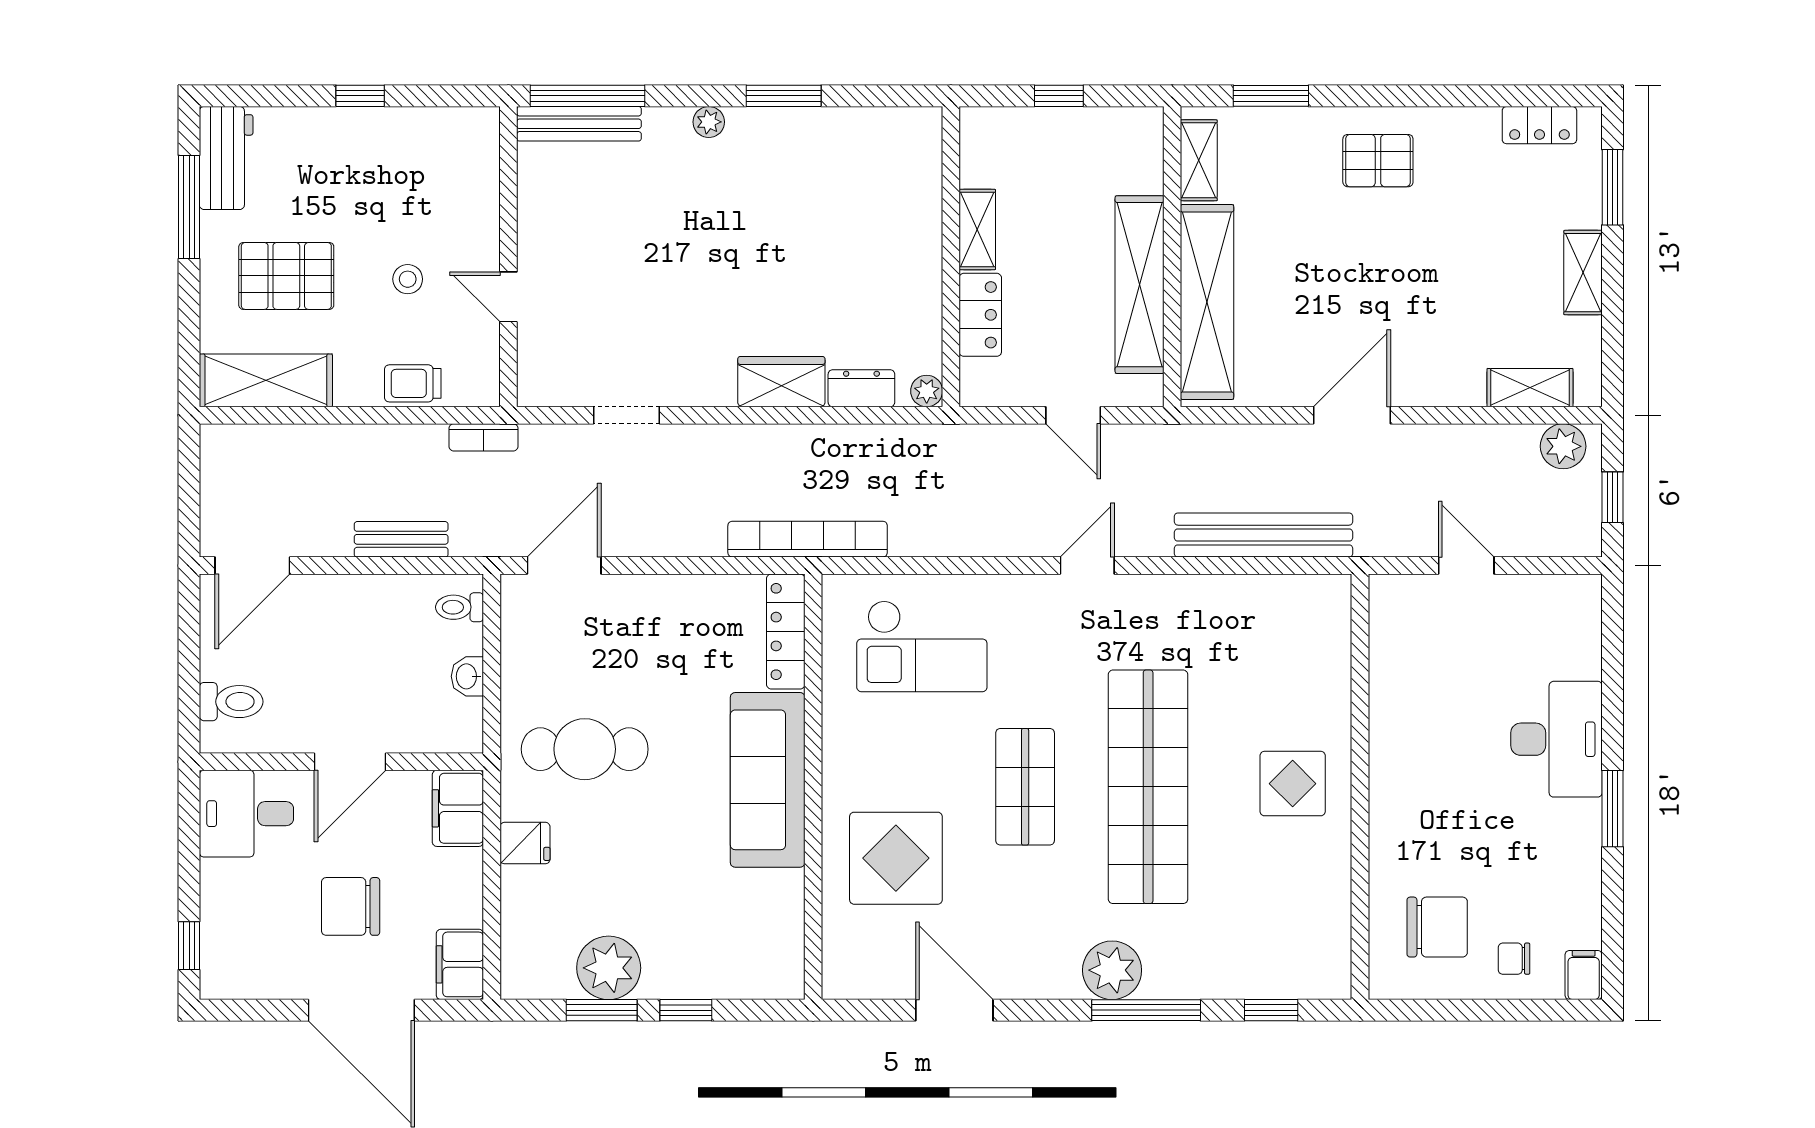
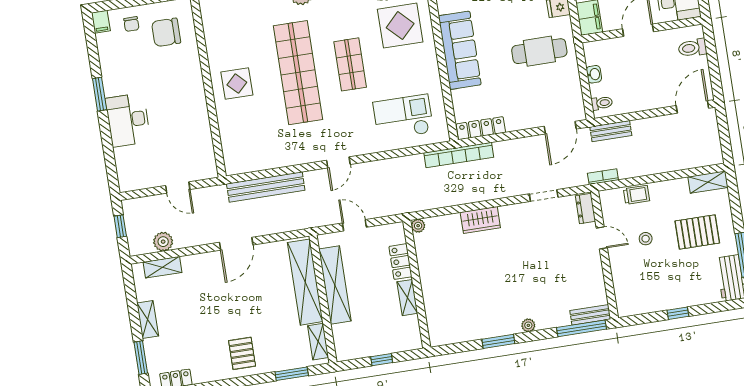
bench: (579, 124) -> (590, 315), width x0.73
pallet: (1378, 161) -> (242, 353), turned 90
shelving: (266, 380) -> (708, 182), width x0.67, depth x0.75
dresser: (861, 388) -> (585, 209), moved, turned 90
plant: (1563, 446) -> (163, 242), moved
bench: (401, 539) -> (611, 131), moved
locker: (786, 632) -> (481, 128), moved, turned -90
chair: (1514, 959) -> (131, 24), turned 90

